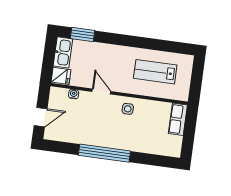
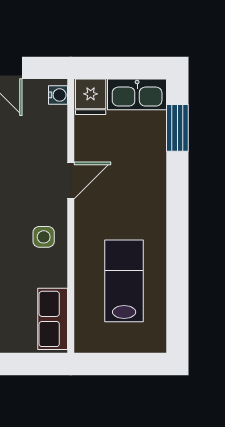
water cooler: (74, 94) -> (58, 95), moved
row of seats: (178, 119) -> (53, 319), moved, turned -90

